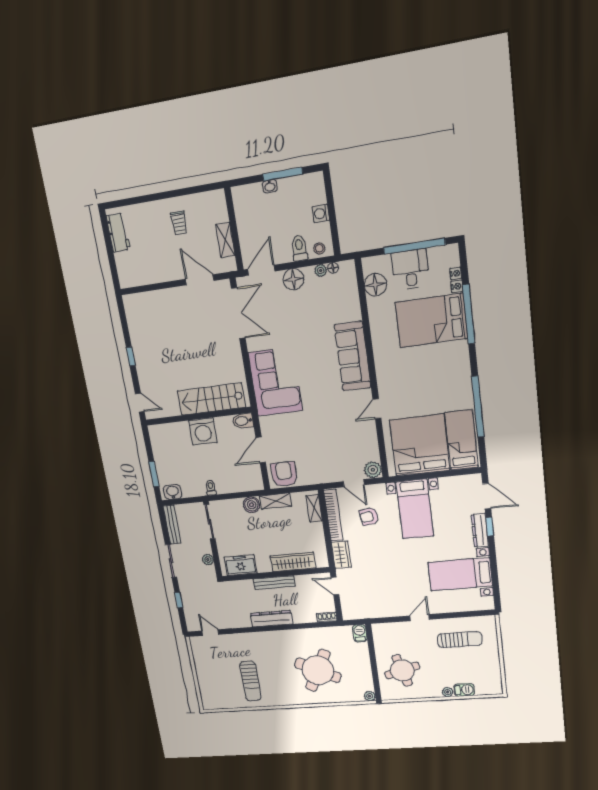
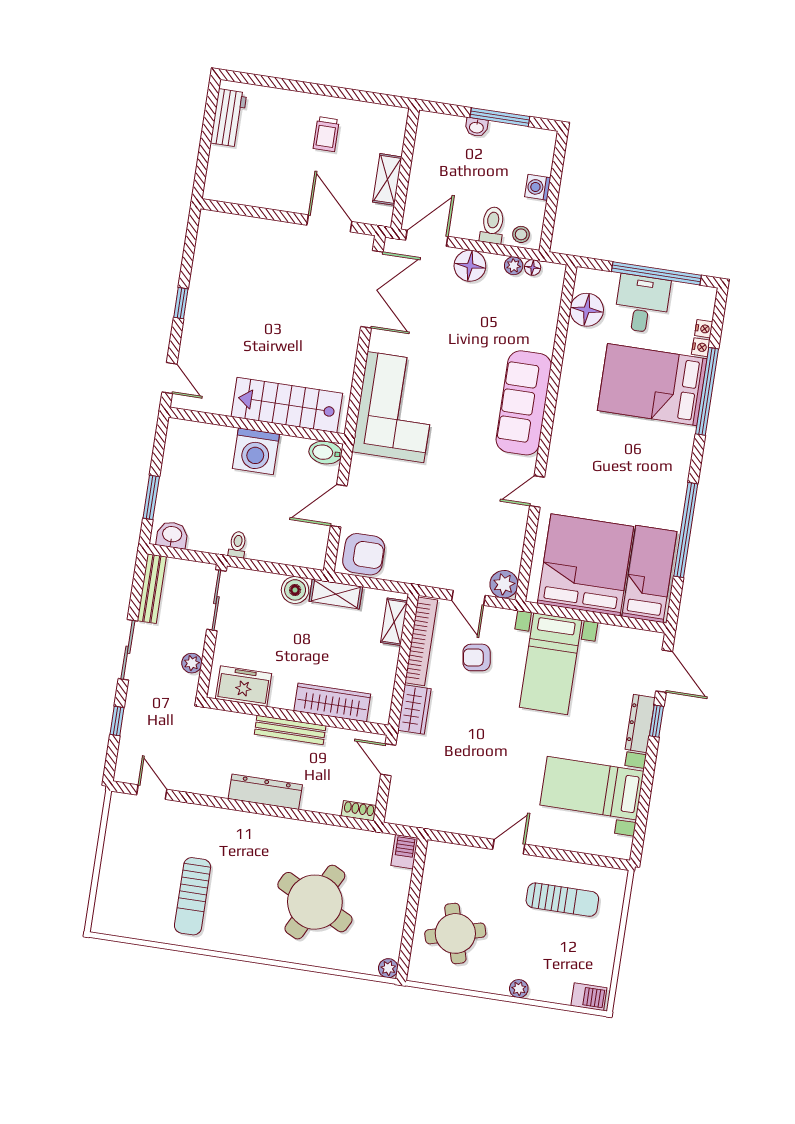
armchair: (284, 474) -> (364, 554), turned 90
barbecue: (464, 690) -> (589, 997), moved

